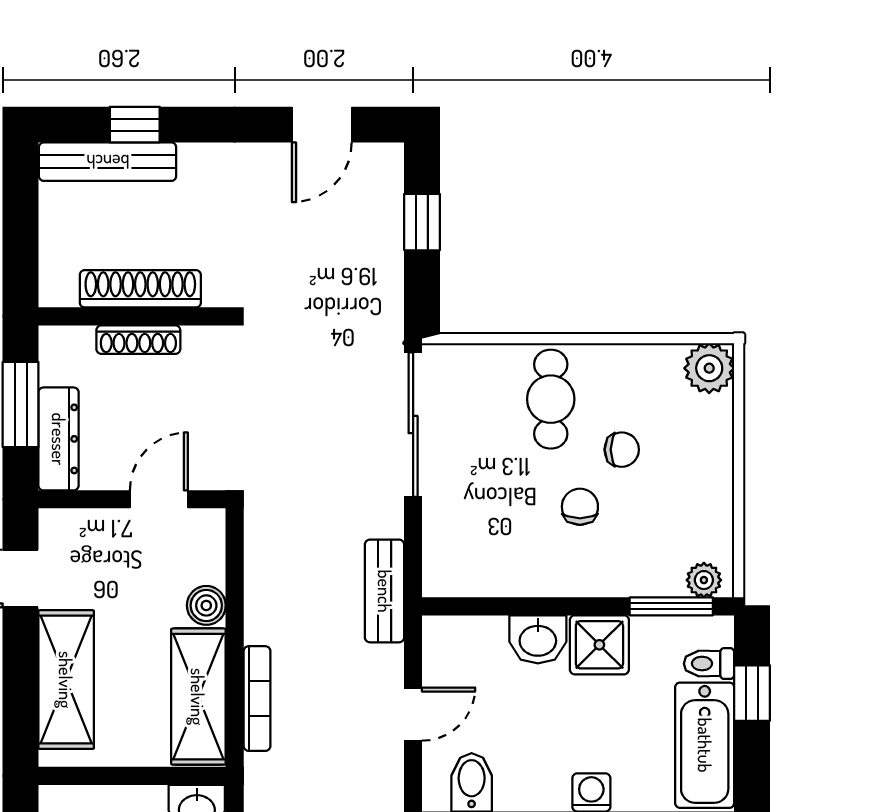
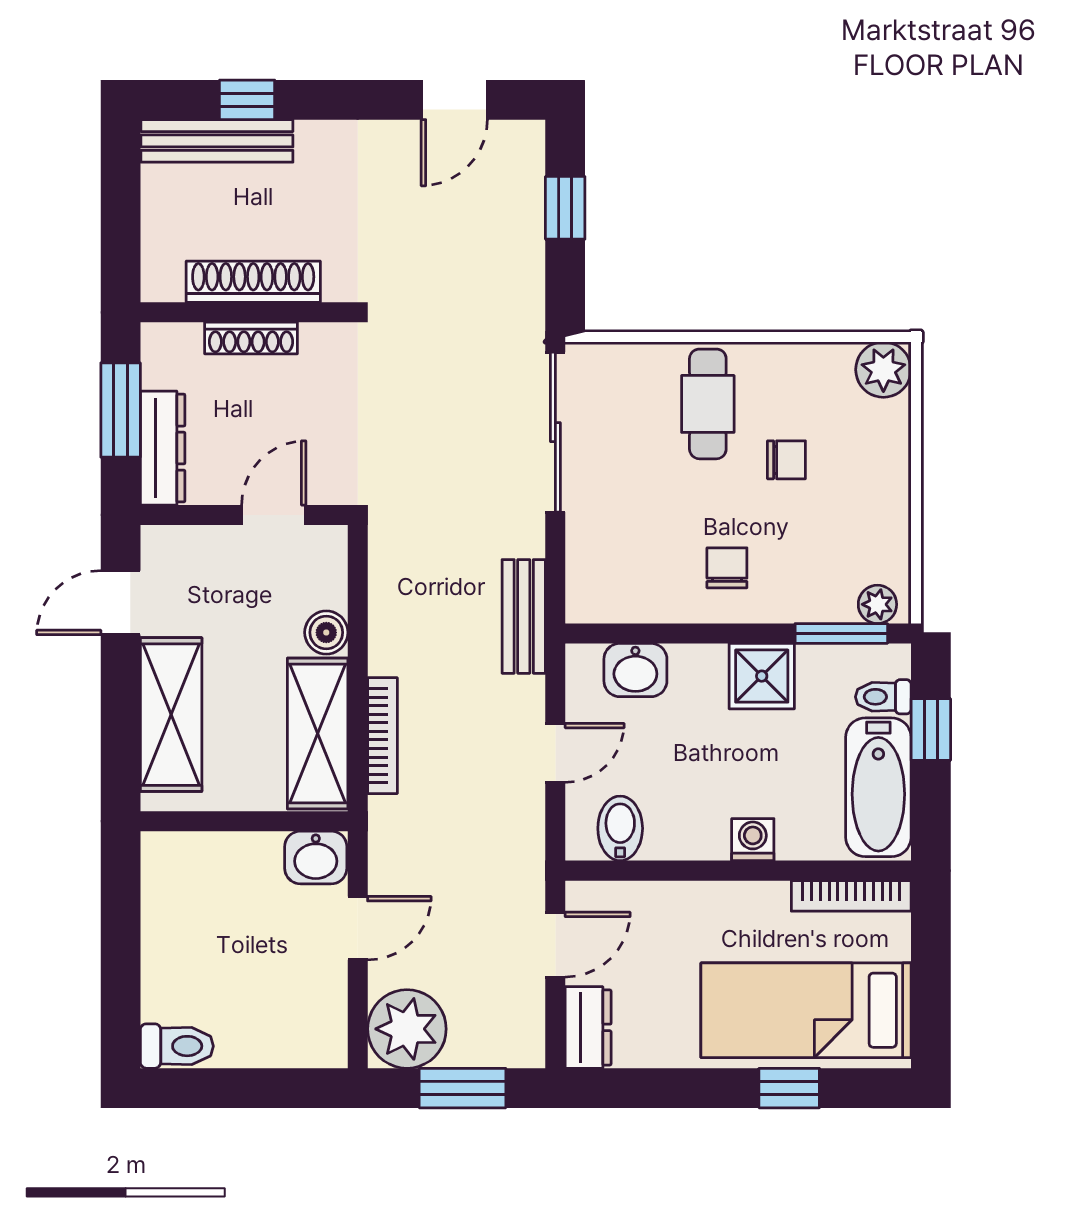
chair: (580, 507) -> (727, 568), moved
washbasin: (538, 639) -> (635, 670), moved

